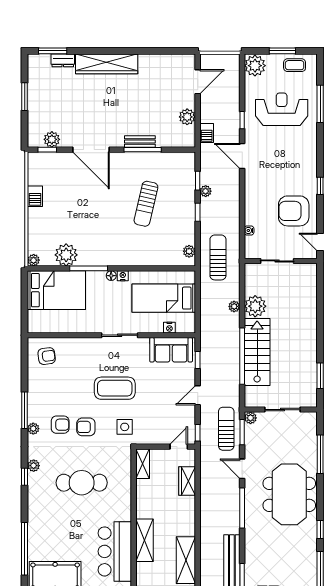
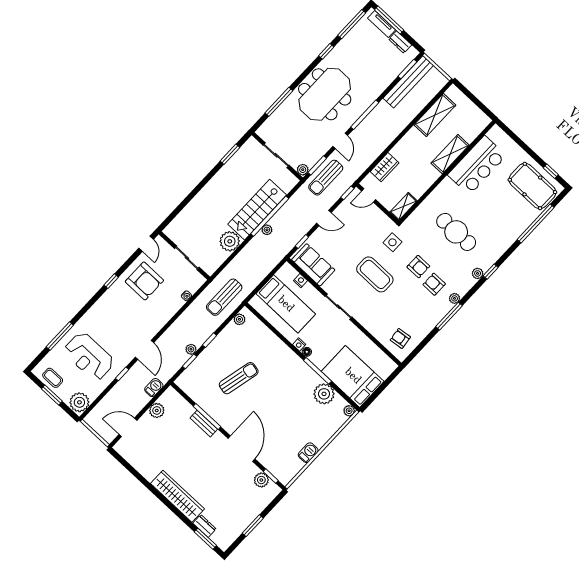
plant: (234, 306) -> (267, 230), moved

